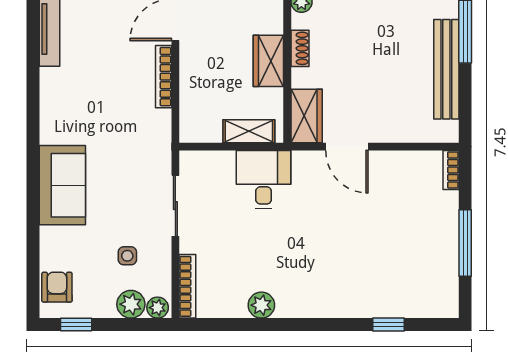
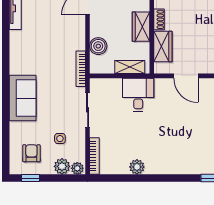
bookcase: (164, 77) -> (81, 69), moved
boiler: (194, 95) -> (98, 46), added
wardrobe: (307, 116) -> (163, 46), moved
armchair: (57, 287) -> (31, 153), moved

